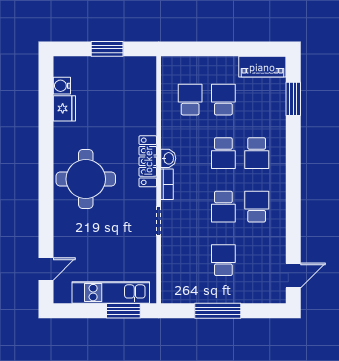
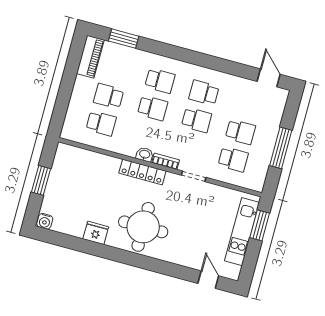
water cooler: (62, 86) -> (45, 221), moved
school desk: (190, 100) -> (101, 123), turned 180
fridge: (64, 108) -> (96, 233), moved
school desk: (190, 260) -> (233, 159), added
school desk: (223, 260) -> (240, 132), turned 180

